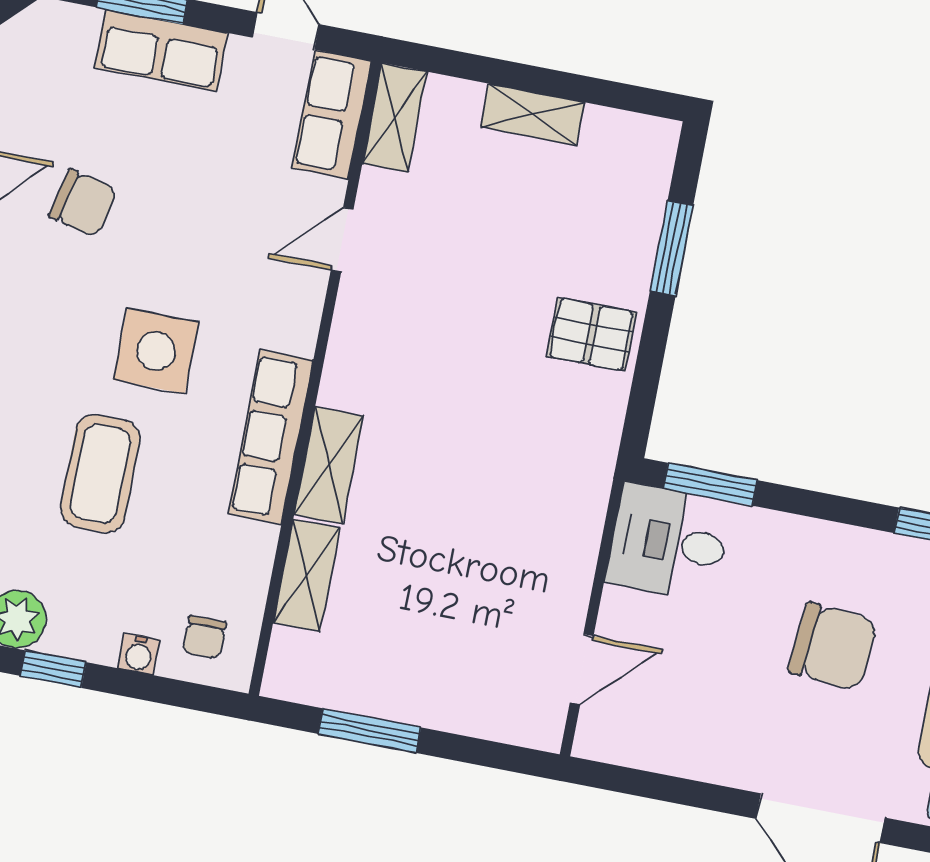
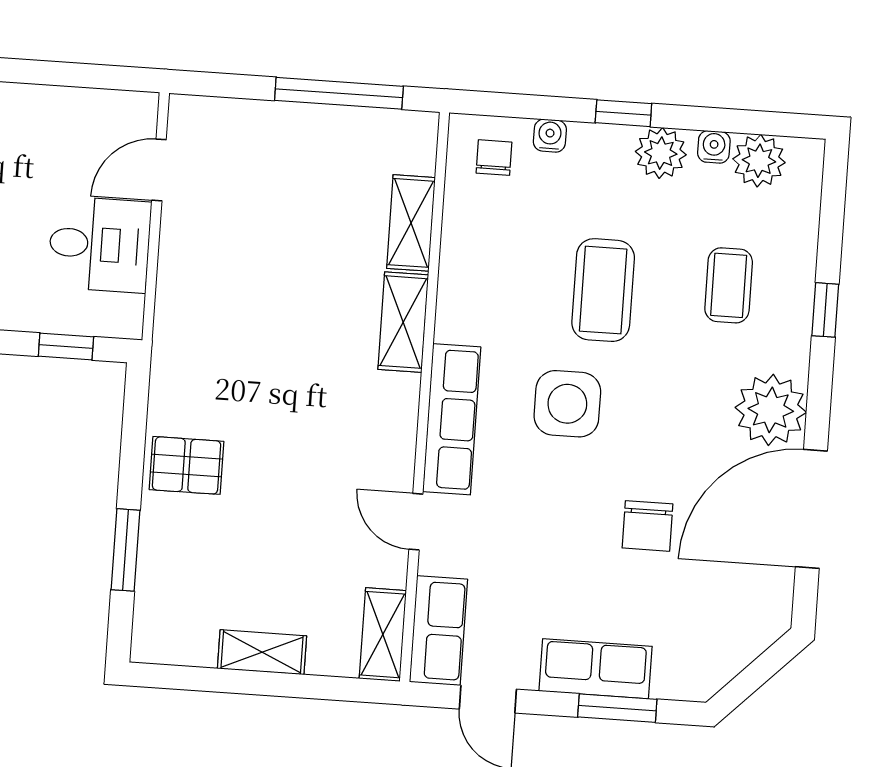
chair: (83, 203) -> (647, 526), turned -103
door: (342, 240) -> (416, 522), swing flipped
row of seats: (271, 437) -> (452, 419), moved
window: (710, 484) -> (66, 347), width x0.67
desk: (669, 542) -> (100, 244), moved
window: (369, 731) -> (339, 93), width x1.44

